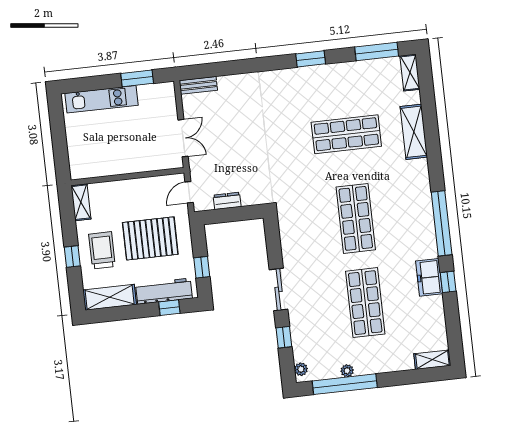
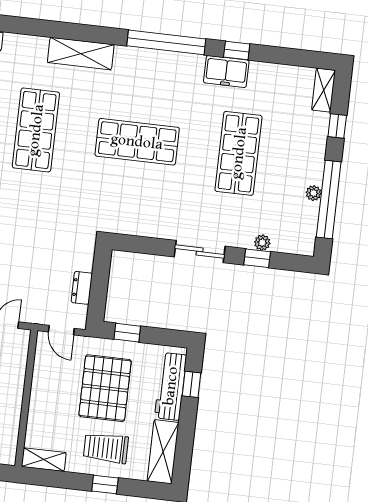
shelving: (414, 132) -> (81, 54), moved
window: (202, 267) -> (127, 333), moved
shop shelf: (365, 303) -> (239, 153), turned 90
plant: (301, 369) -> (262, 243), moved
window: (406, 377) -> (337, 126), added

